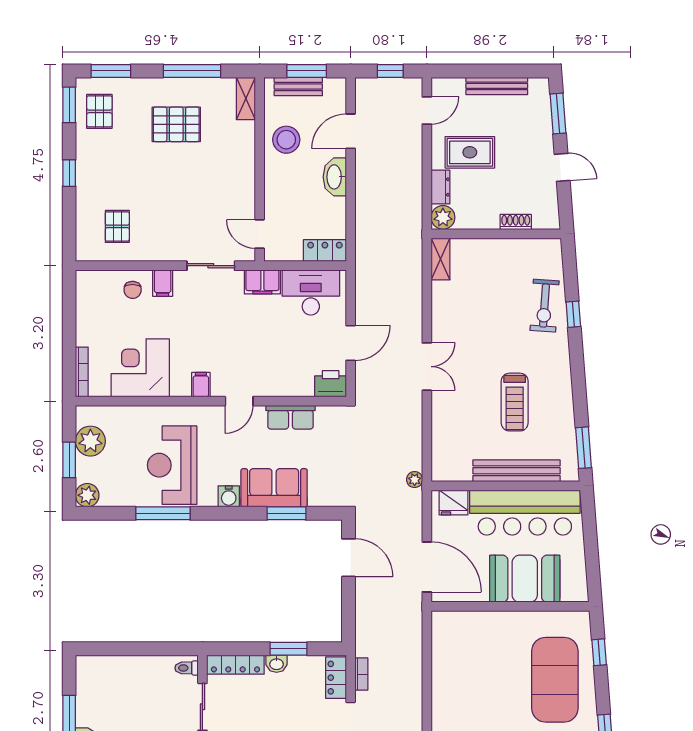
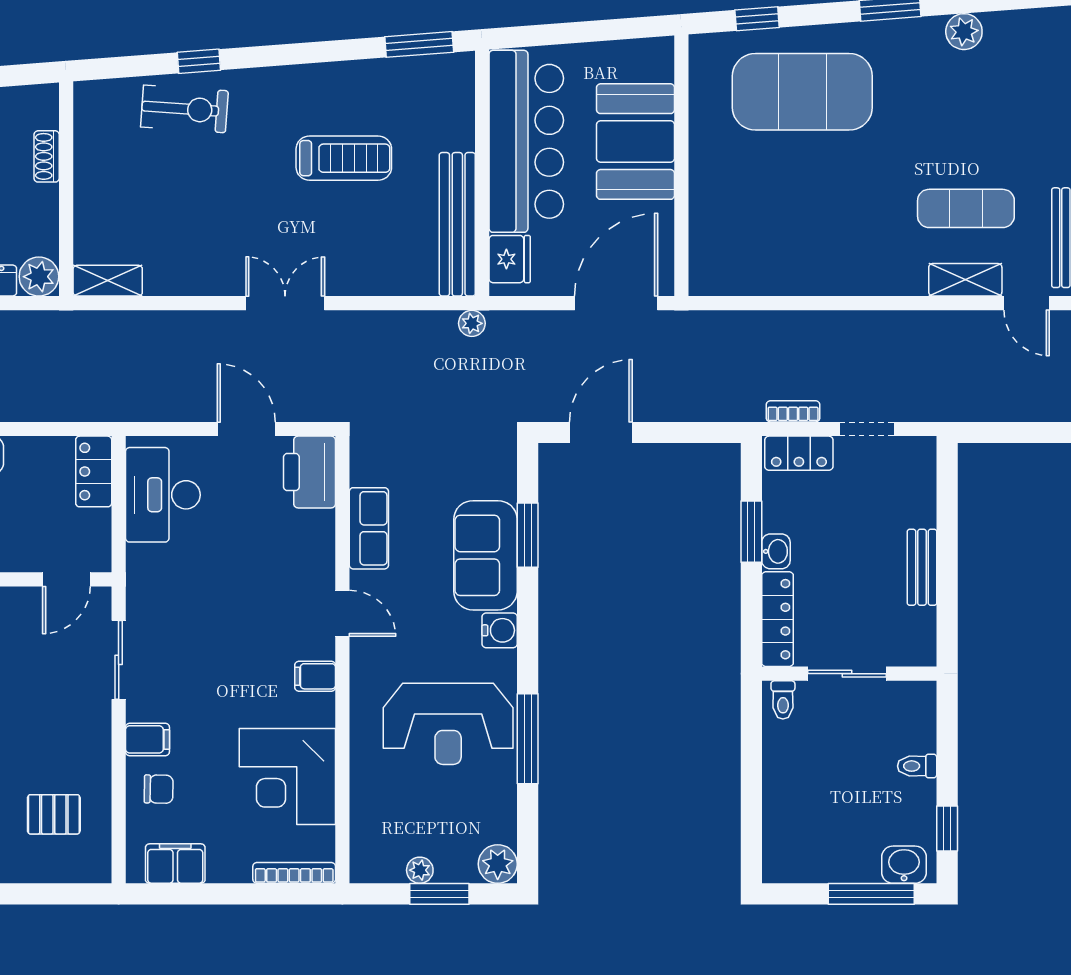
filing cabinet: (262, 282) -> (175, 864), moved, turned -90
printer: (331, 384) -> (309, 472), width x1.37, depth x1.19
plant: (90, 441) -> (420, 870), width x0.53, depth x0.53
bench: (516, 471) -> (457, 224), moved

